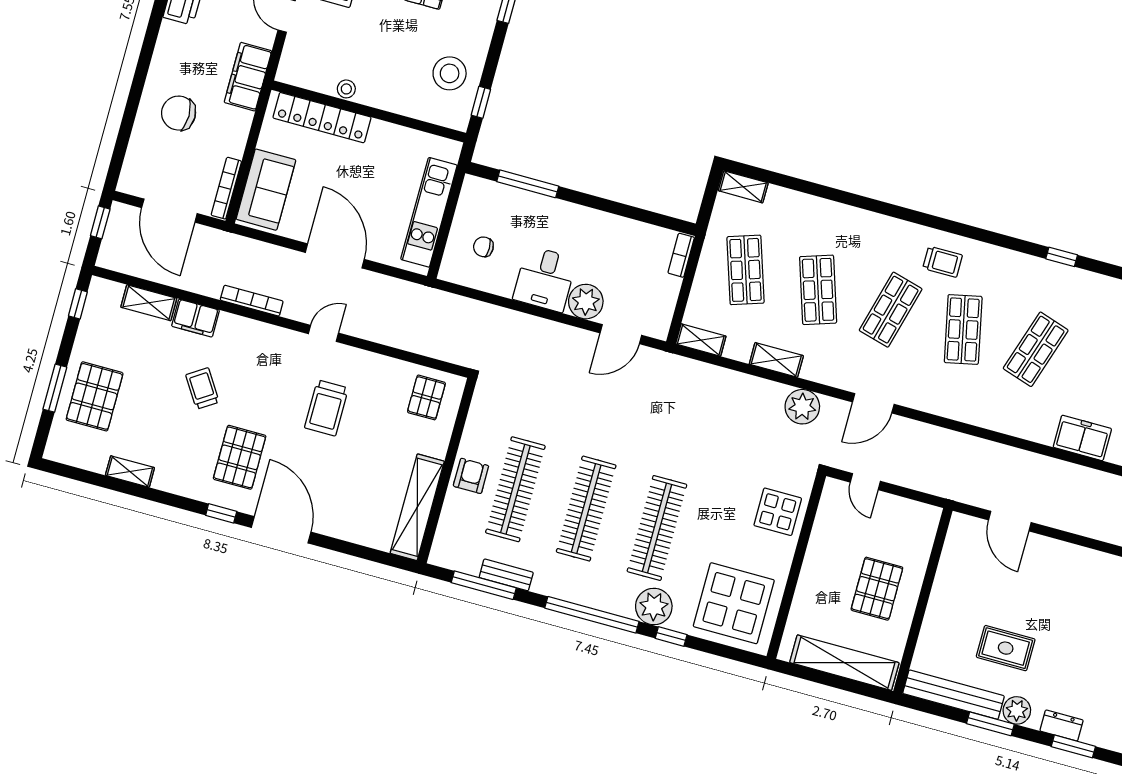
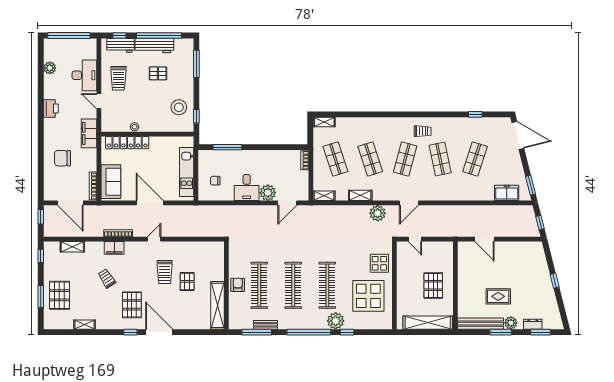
filing cabinet: (195, 318) -> (114, 248), moved
pallet: (426, 397) -> (187, 281), moved
display table: (734, 603) -> (368, 296), moved

